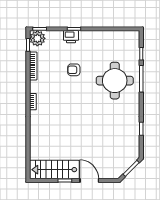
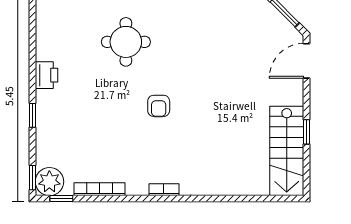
printer: (71, 37) -> (46, 75), moved
armchair: (74, 70) -> (159, 106), moved
round table: (115, 81) -> (126, 42), width x0.73, depth x0.73
door: (89, 181) -> (307, 61), moved

